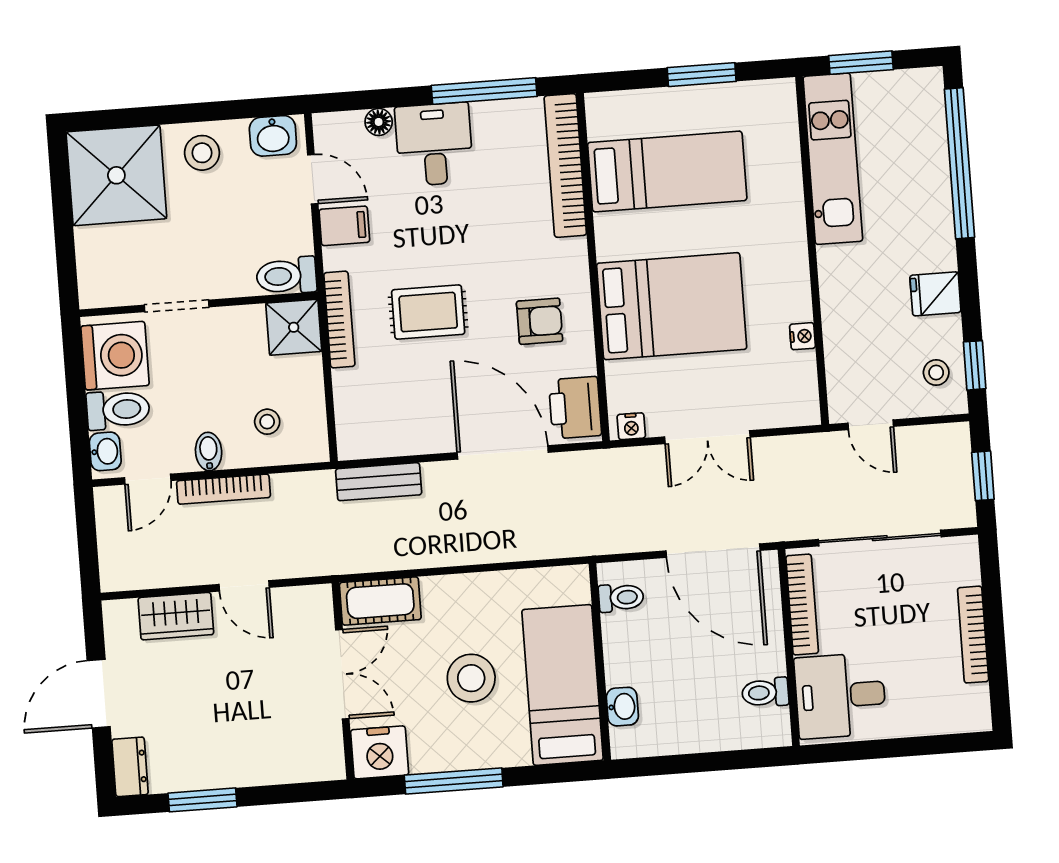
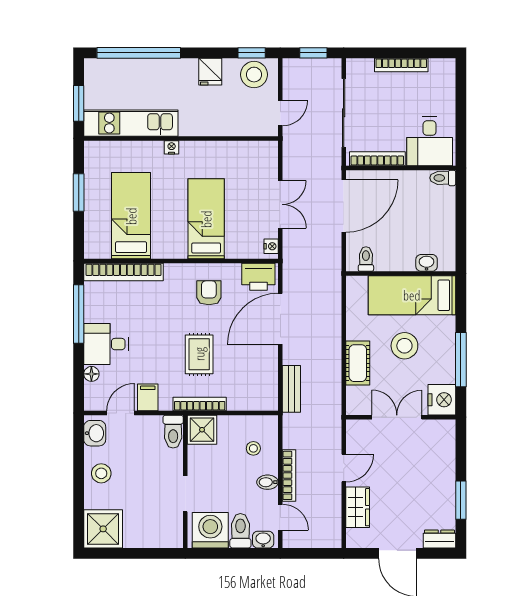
shower: (116, 175) -> (103, 529), width x0.73, depth x0.73
bed: (672, 306) -> (206, 219), width x0.67
nightstand: (803, 336) -> (172, 147), moved
stool: (936, 373) -> (254, 75), width x1.89, depth x1.89
cot: (380, 601) -> (358, 363), moved
toilet: (765, 692) -> (443, 178), moved, turned 90

